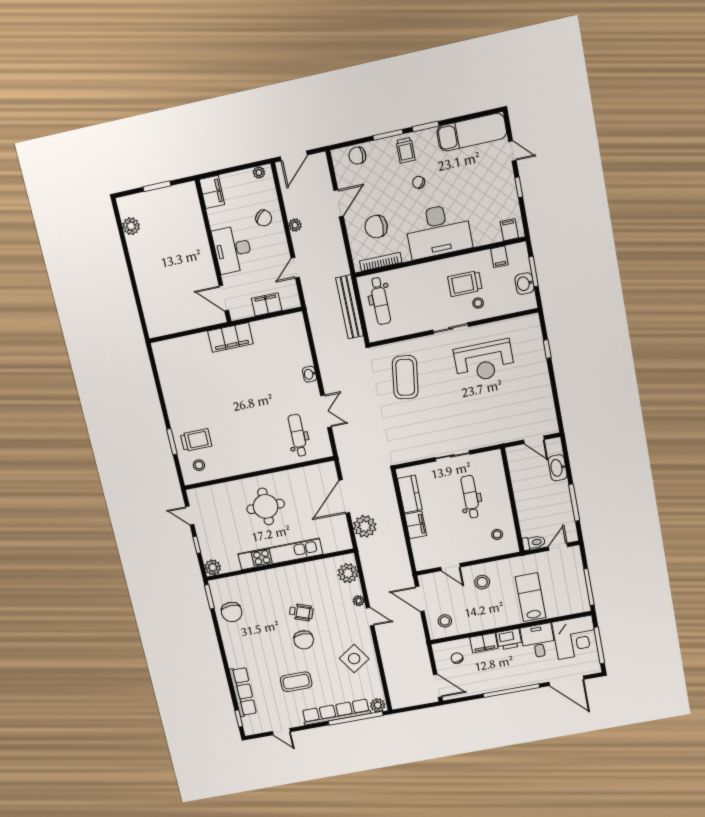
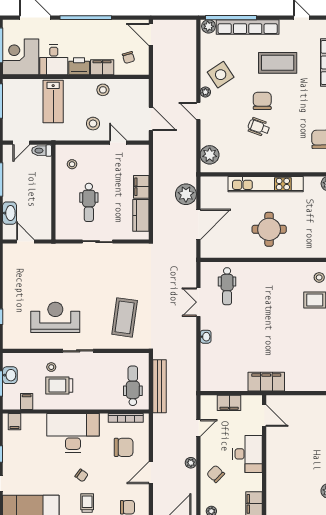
trolley: (465, 283) -> (59, 386), turned 180
plant: (359, 601) -> (205, 92), moved
stool: (445, 621) -> (103, 90), moved
coffee table: (296, 682) -> (278, 63), width x1.36, depth x1.32

